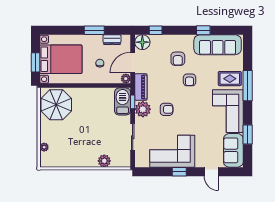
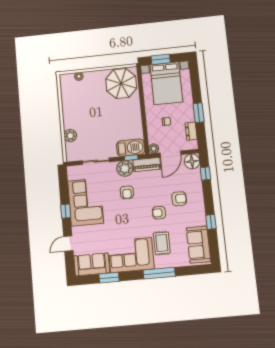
sofa: (218, 45) -> (198, 245), width x0.73
armchair: (178, 59) -> (179, 199), turned 180
door: (133, 63) -> (170, 154), swing flipped
rug: (230, 79) -> (162, 243), moved

